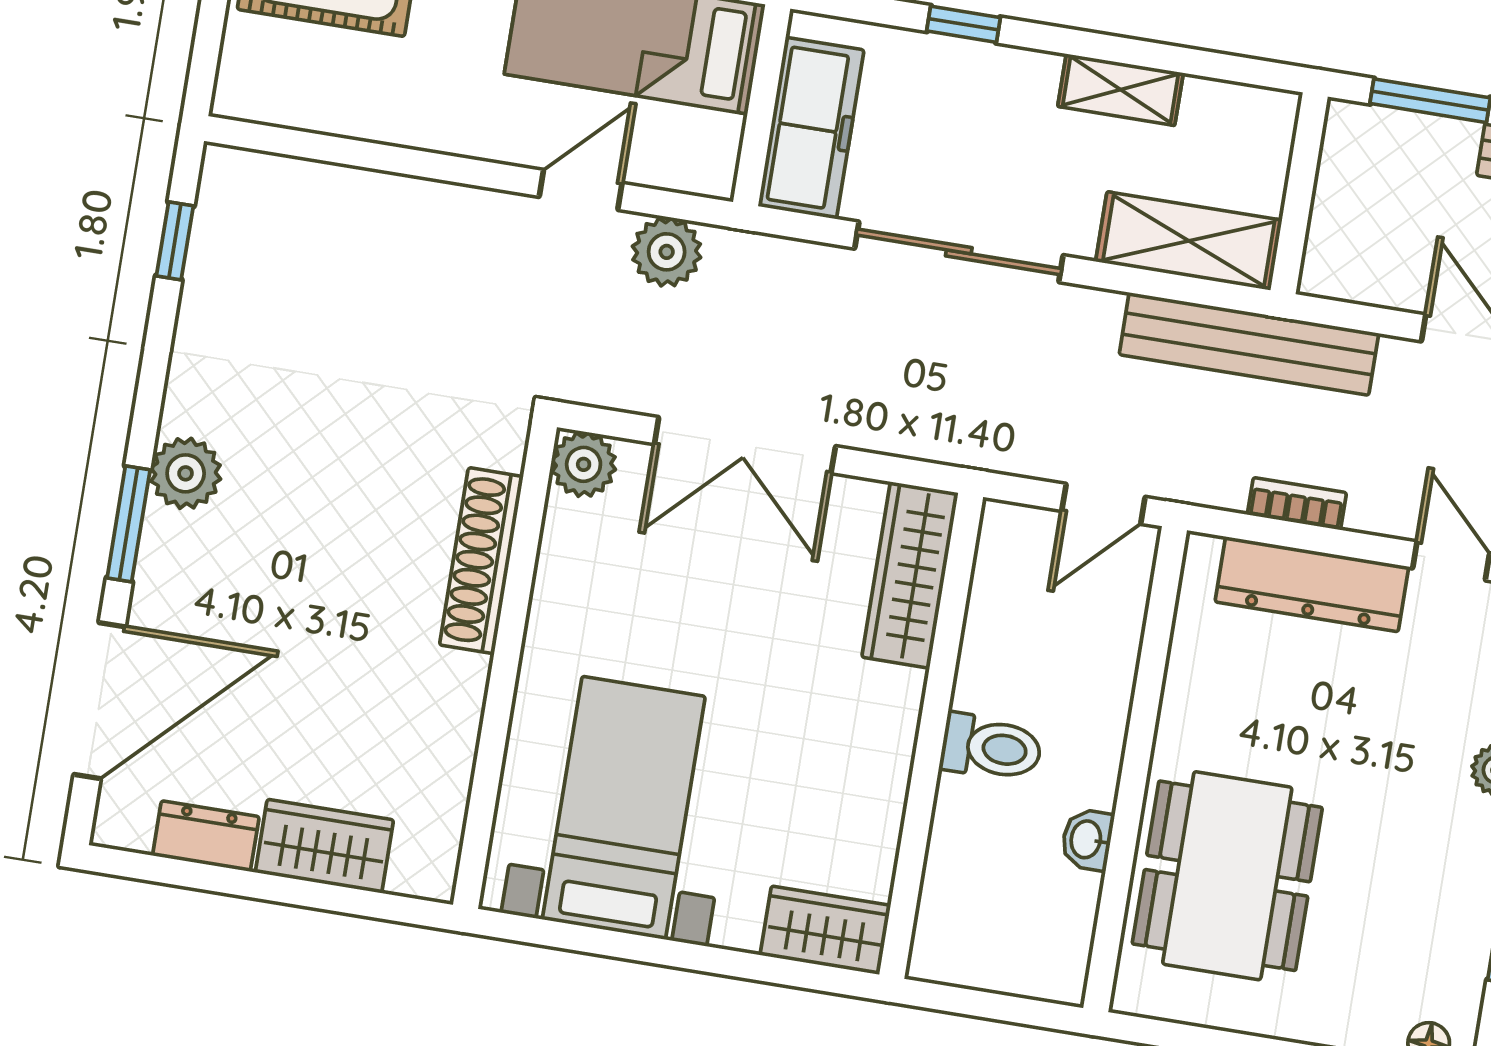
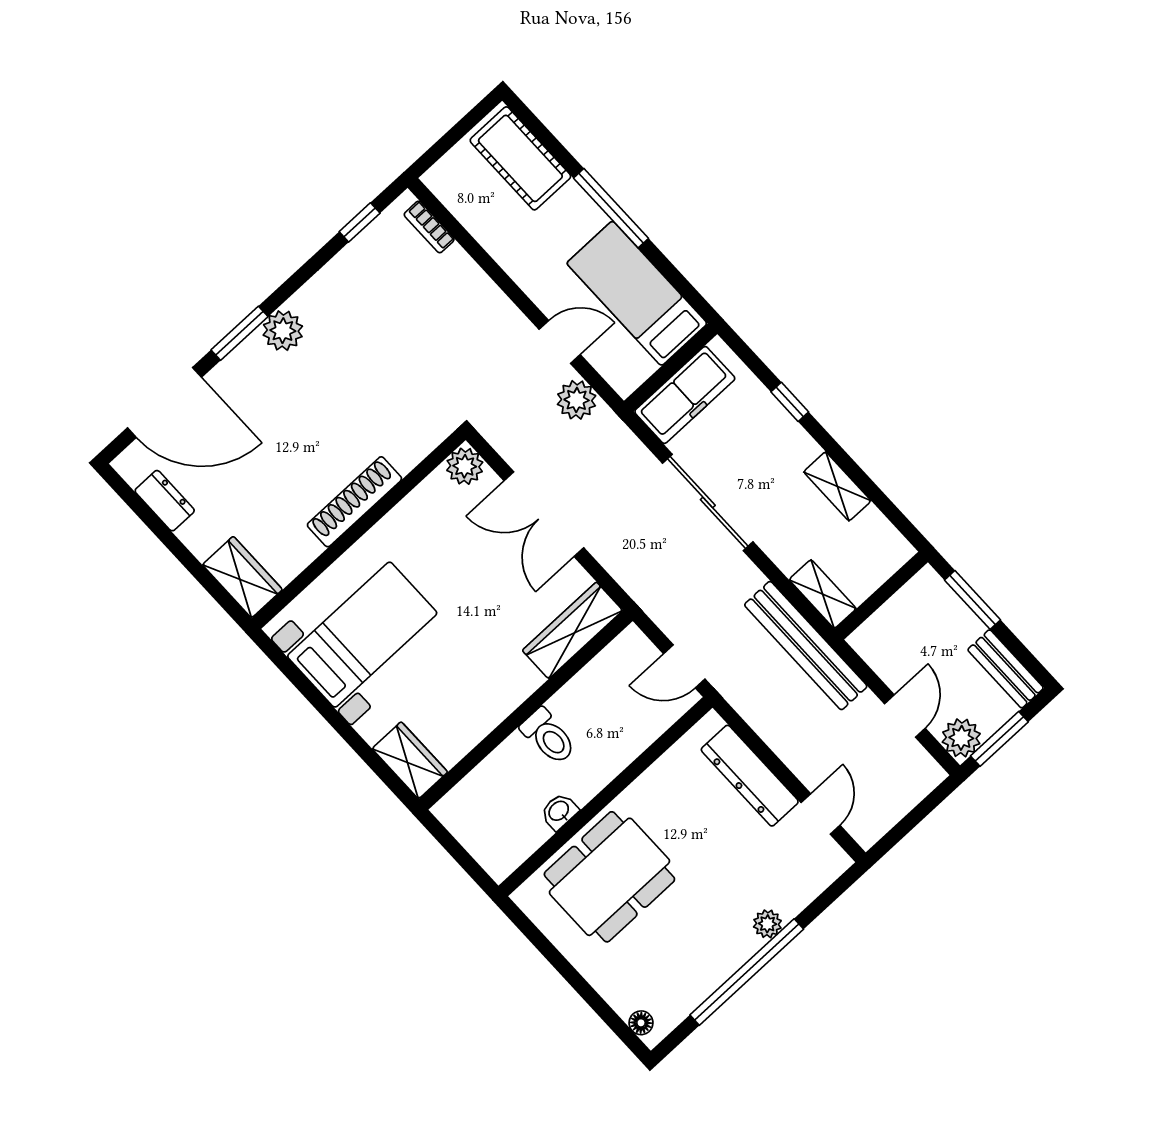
shelving: (1189, 241) -> (823, 594), width x0.67, depth x0.75
bookcase: (1297, 504) -> (429, 227), moved, turned 180
shoe rack: (481, 561) -> (354, 502), moved
wardrobe: (324, 846) -> (242, 577), moved

